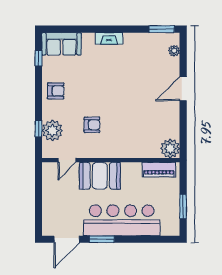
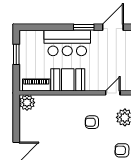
booth: (100, 176) -> (68, 80), moved
bar counter: (122, 220) -> (67, 43), width x0.73

